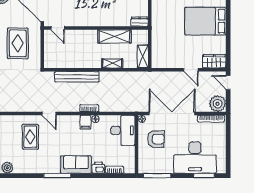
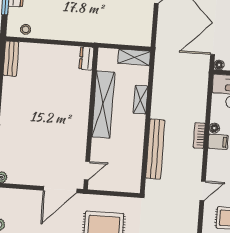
shelving: (114, 36) -> (103, 104), width x1.47

